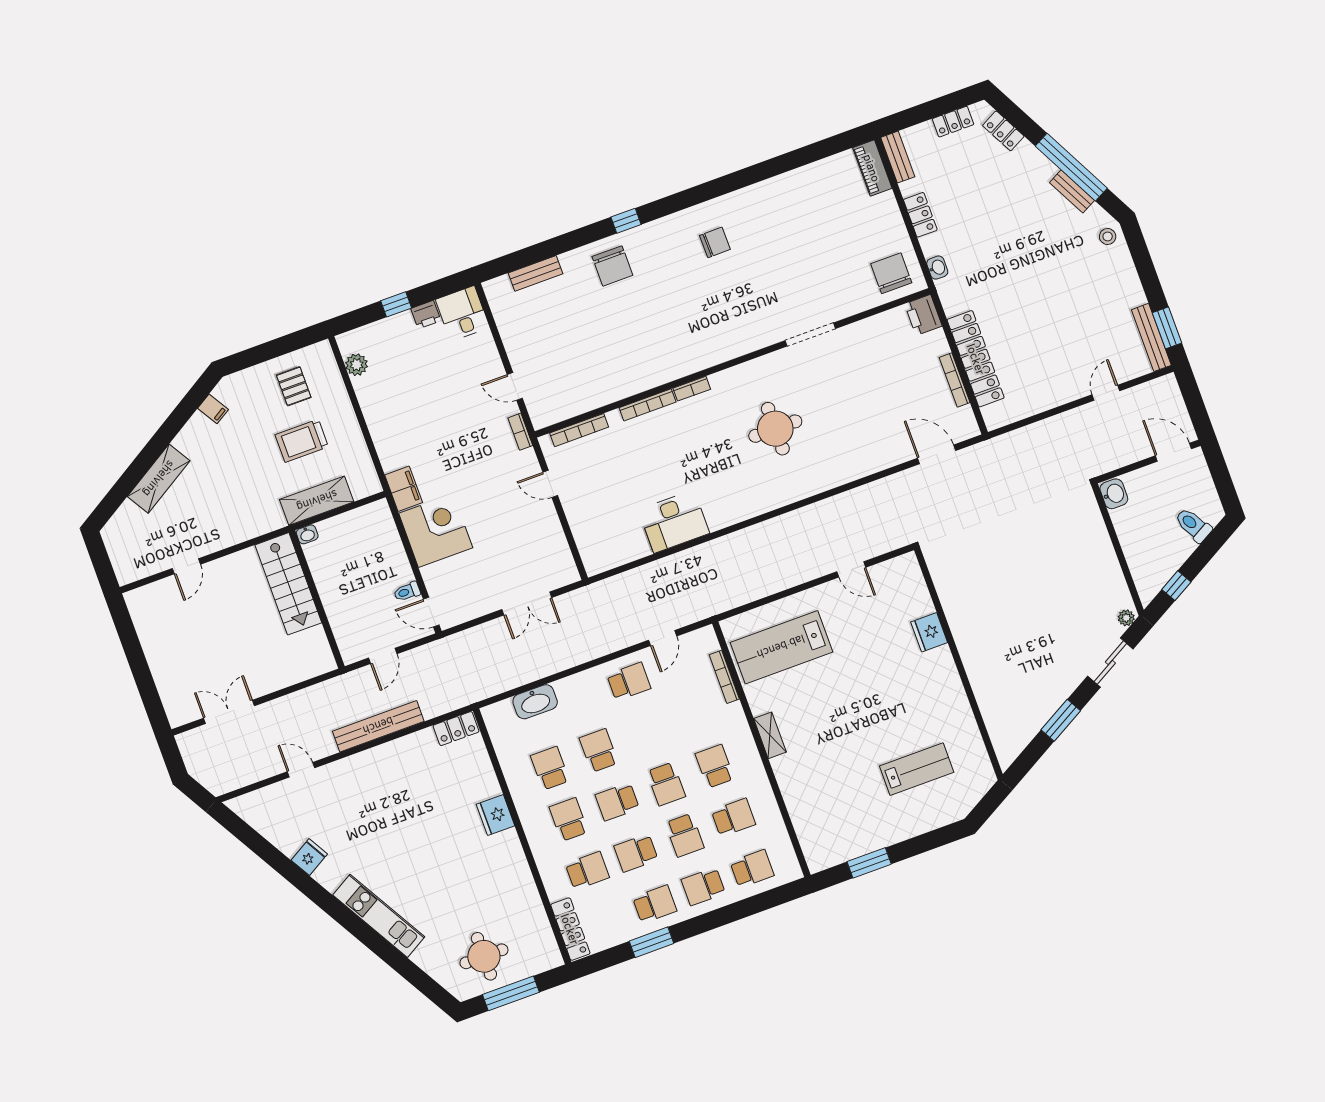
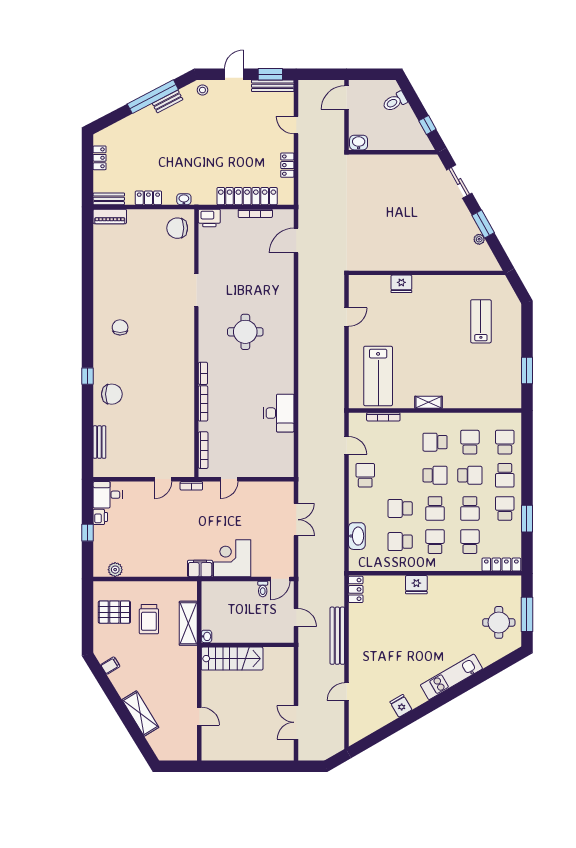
locker: (1003, 131) -> (287, 165), moved, turned 118
door: (1148, 274) -> (234, 74), added
pallet: (294, 386) -> (114, 612), width x1.50, depth x1.42
plant: (1126, 618) -> (479, 239), moved
school desk: (569, 819) -> (435, 542), turned 90

